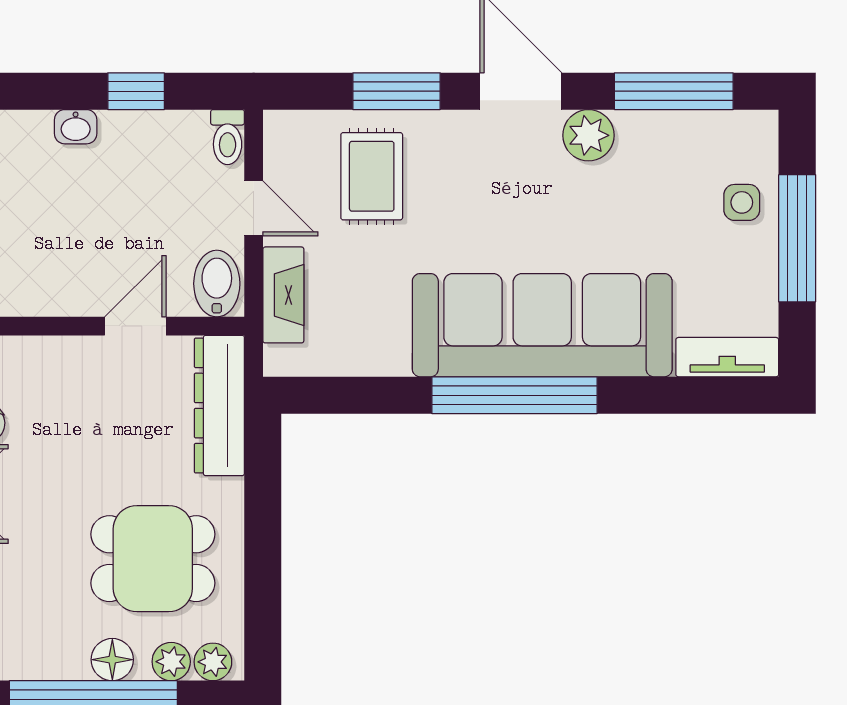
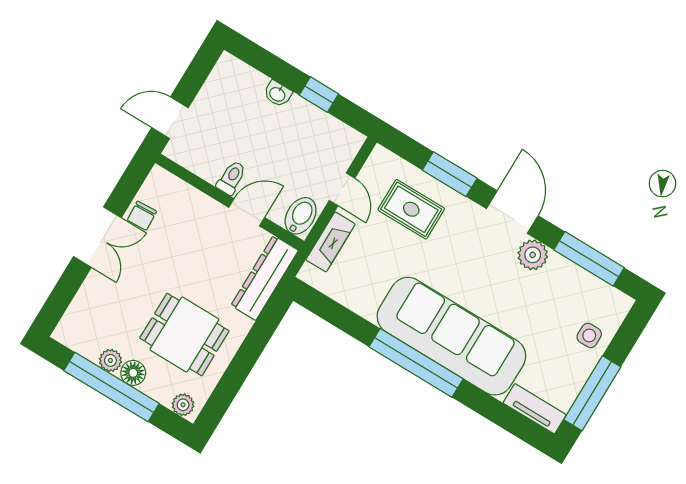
toilet: (228, 137) -> (231, 178), moved, turned 180
rug: (372, 176) -> (411, 209), turned 90
window: (797, 238) -> (592, 393), moved
plant: (171, 662) -> (110, 360), moved

